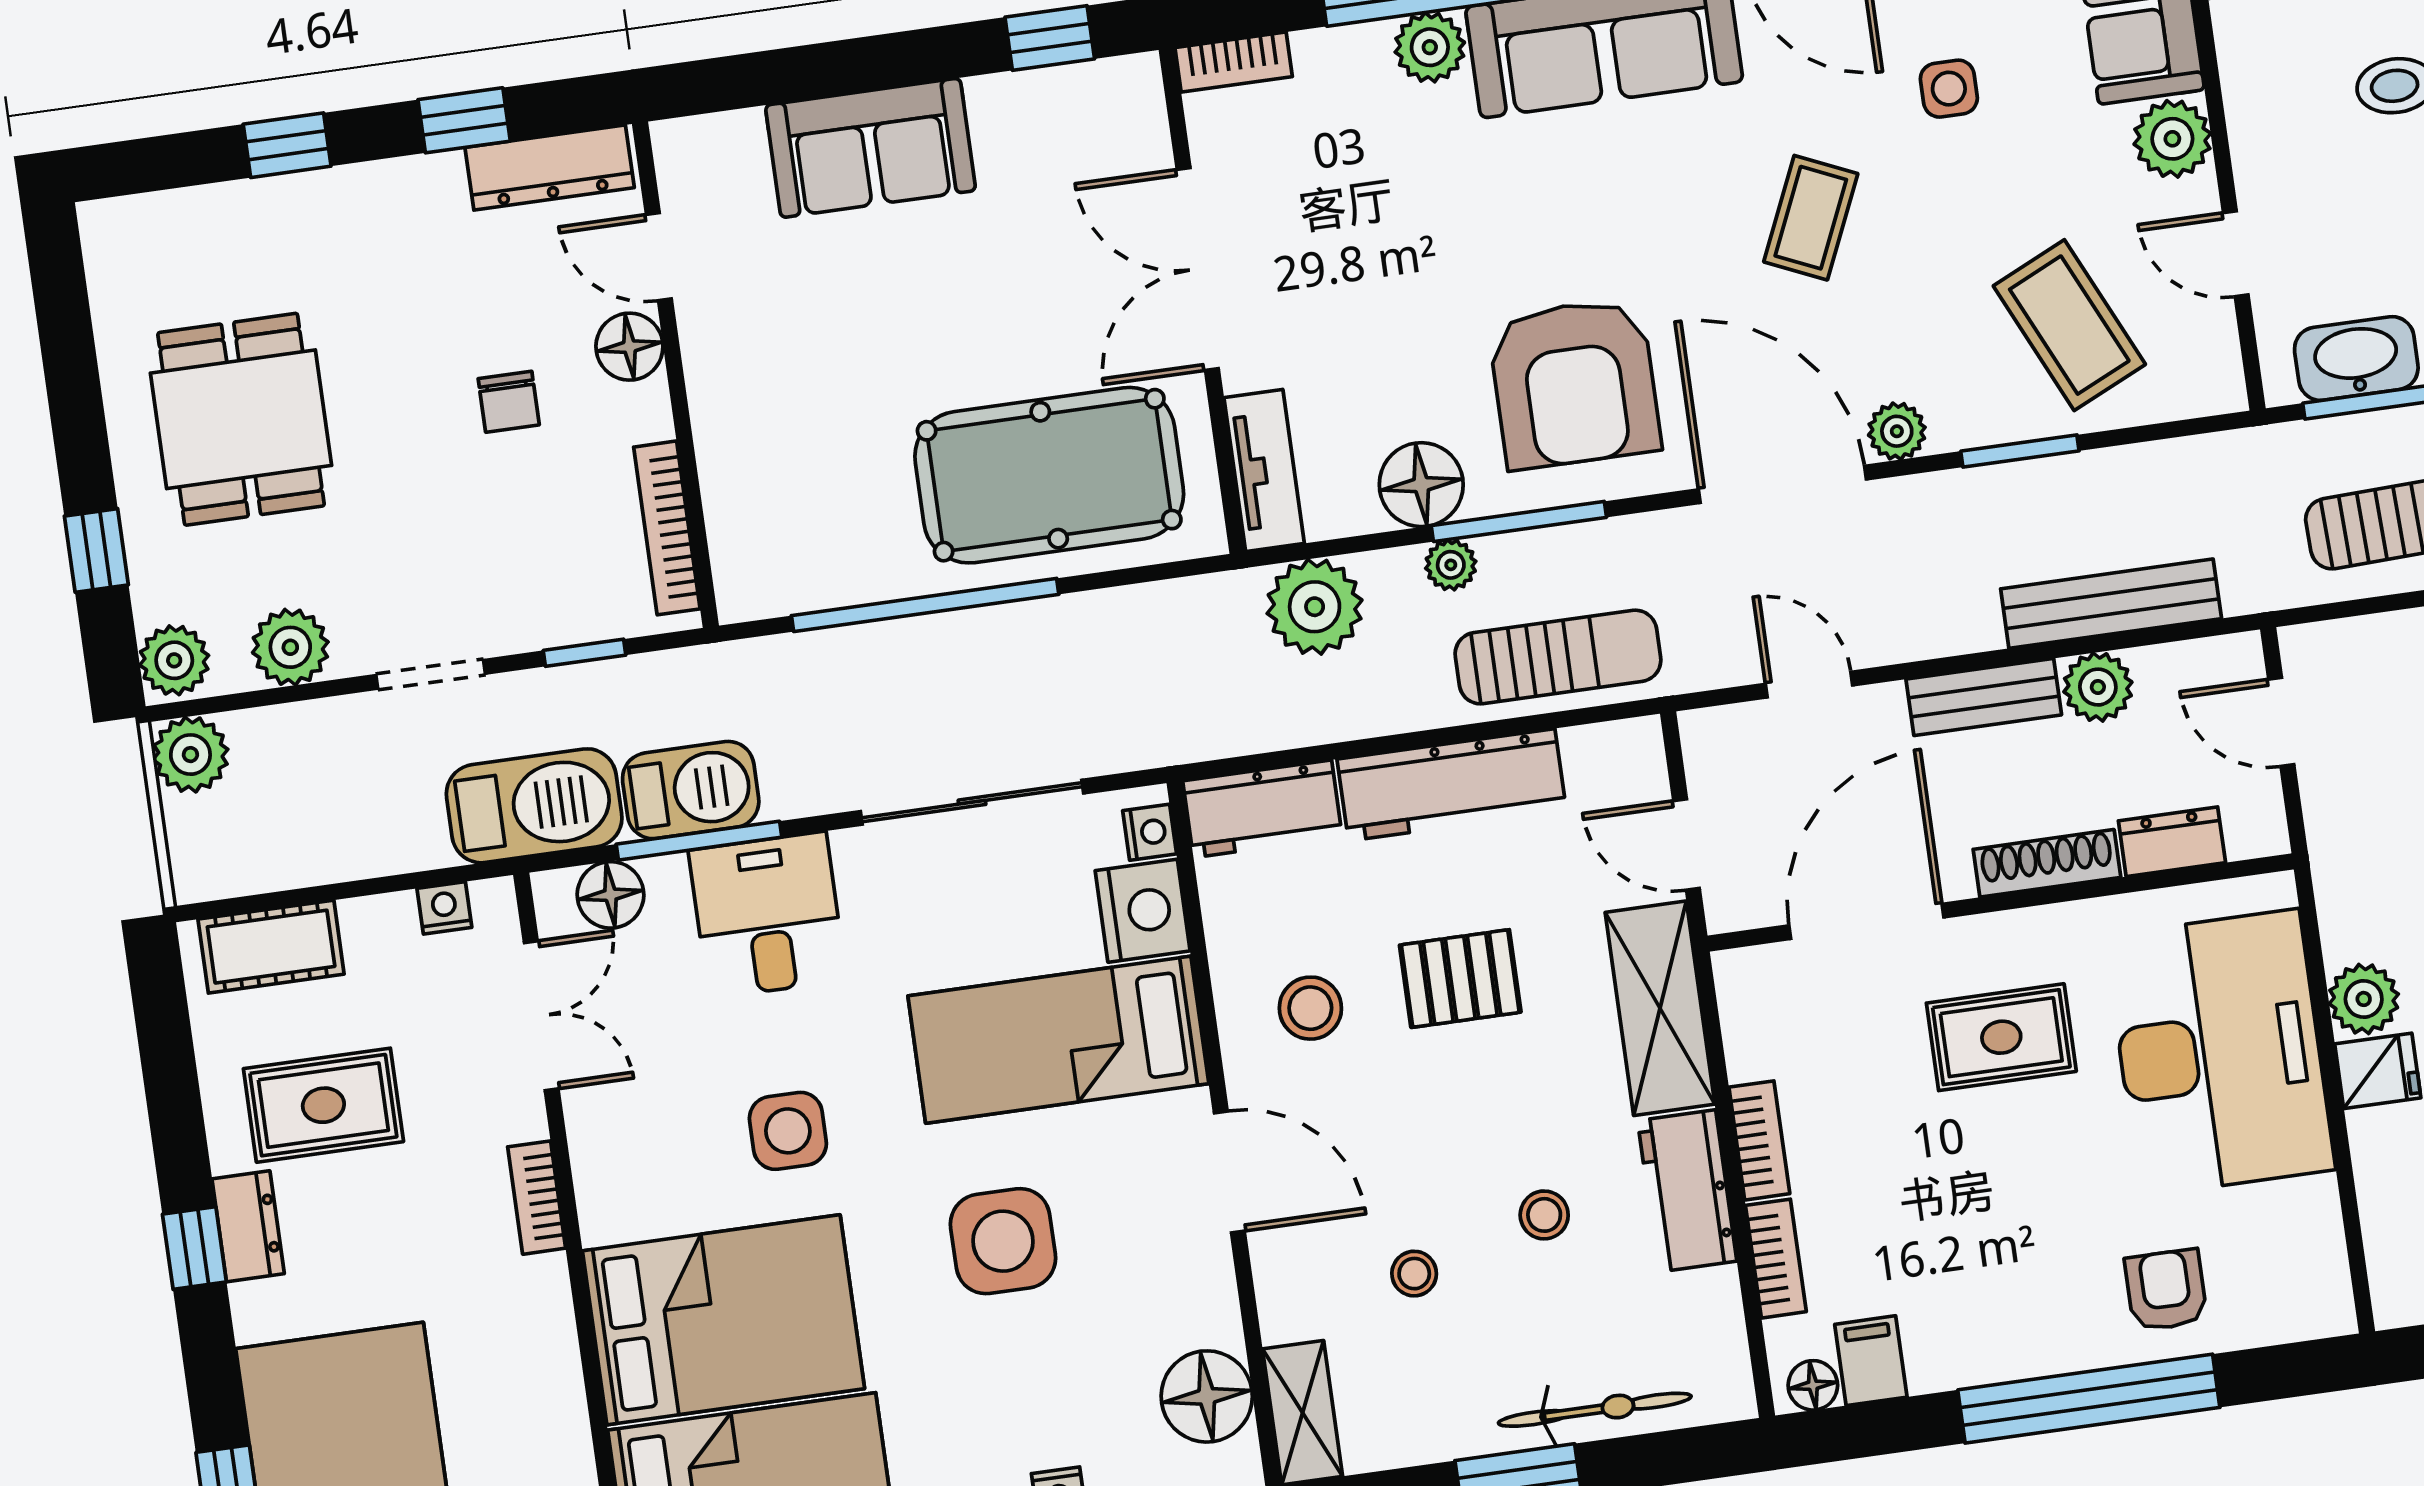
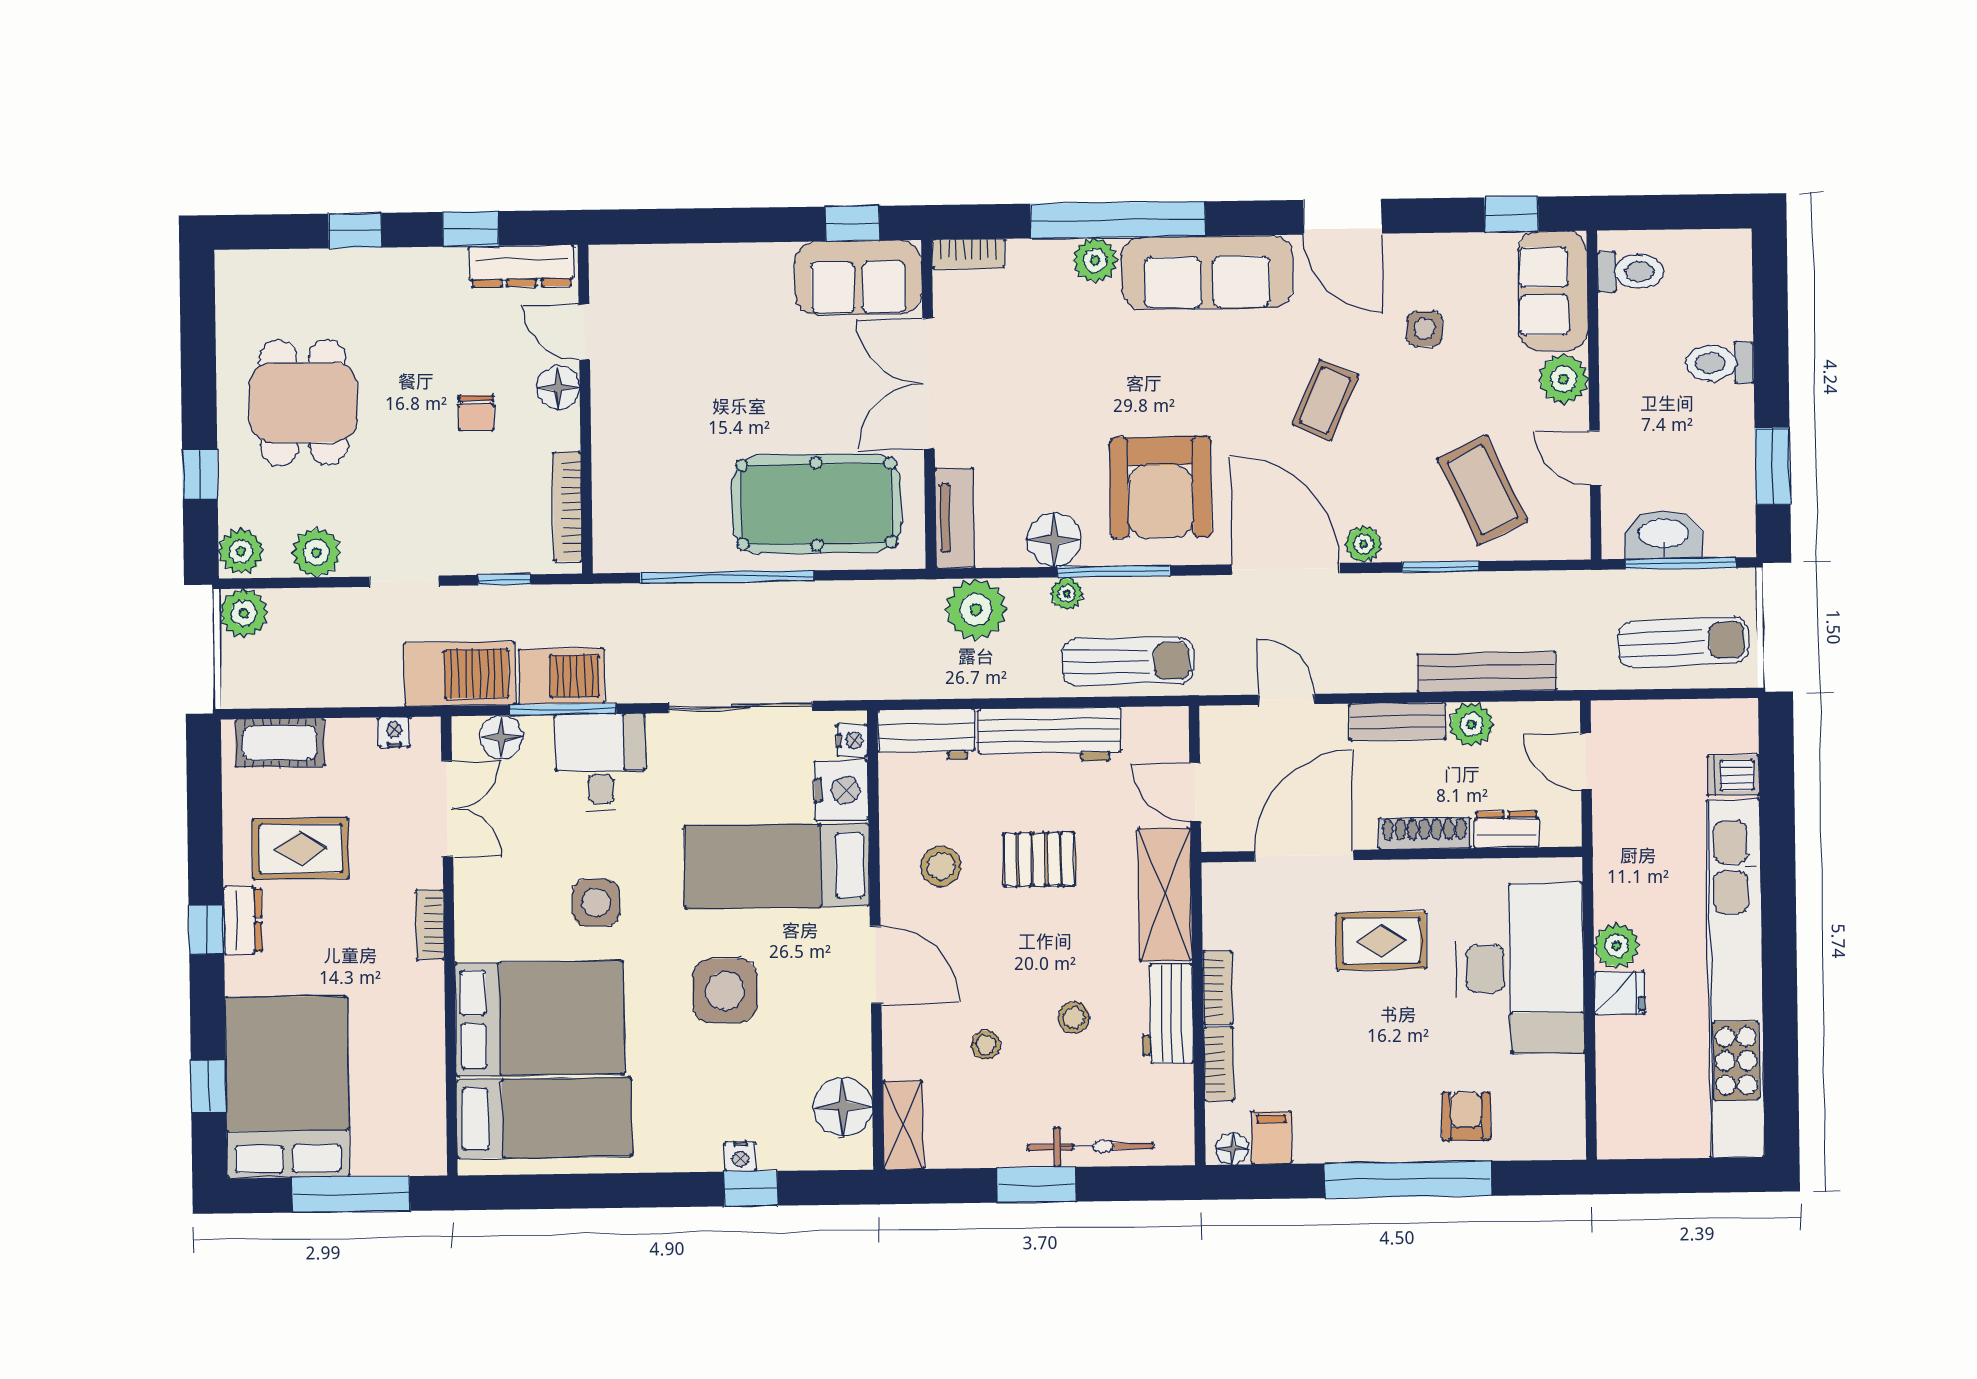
sofa: (871, 148) -> (858, 278), moved

